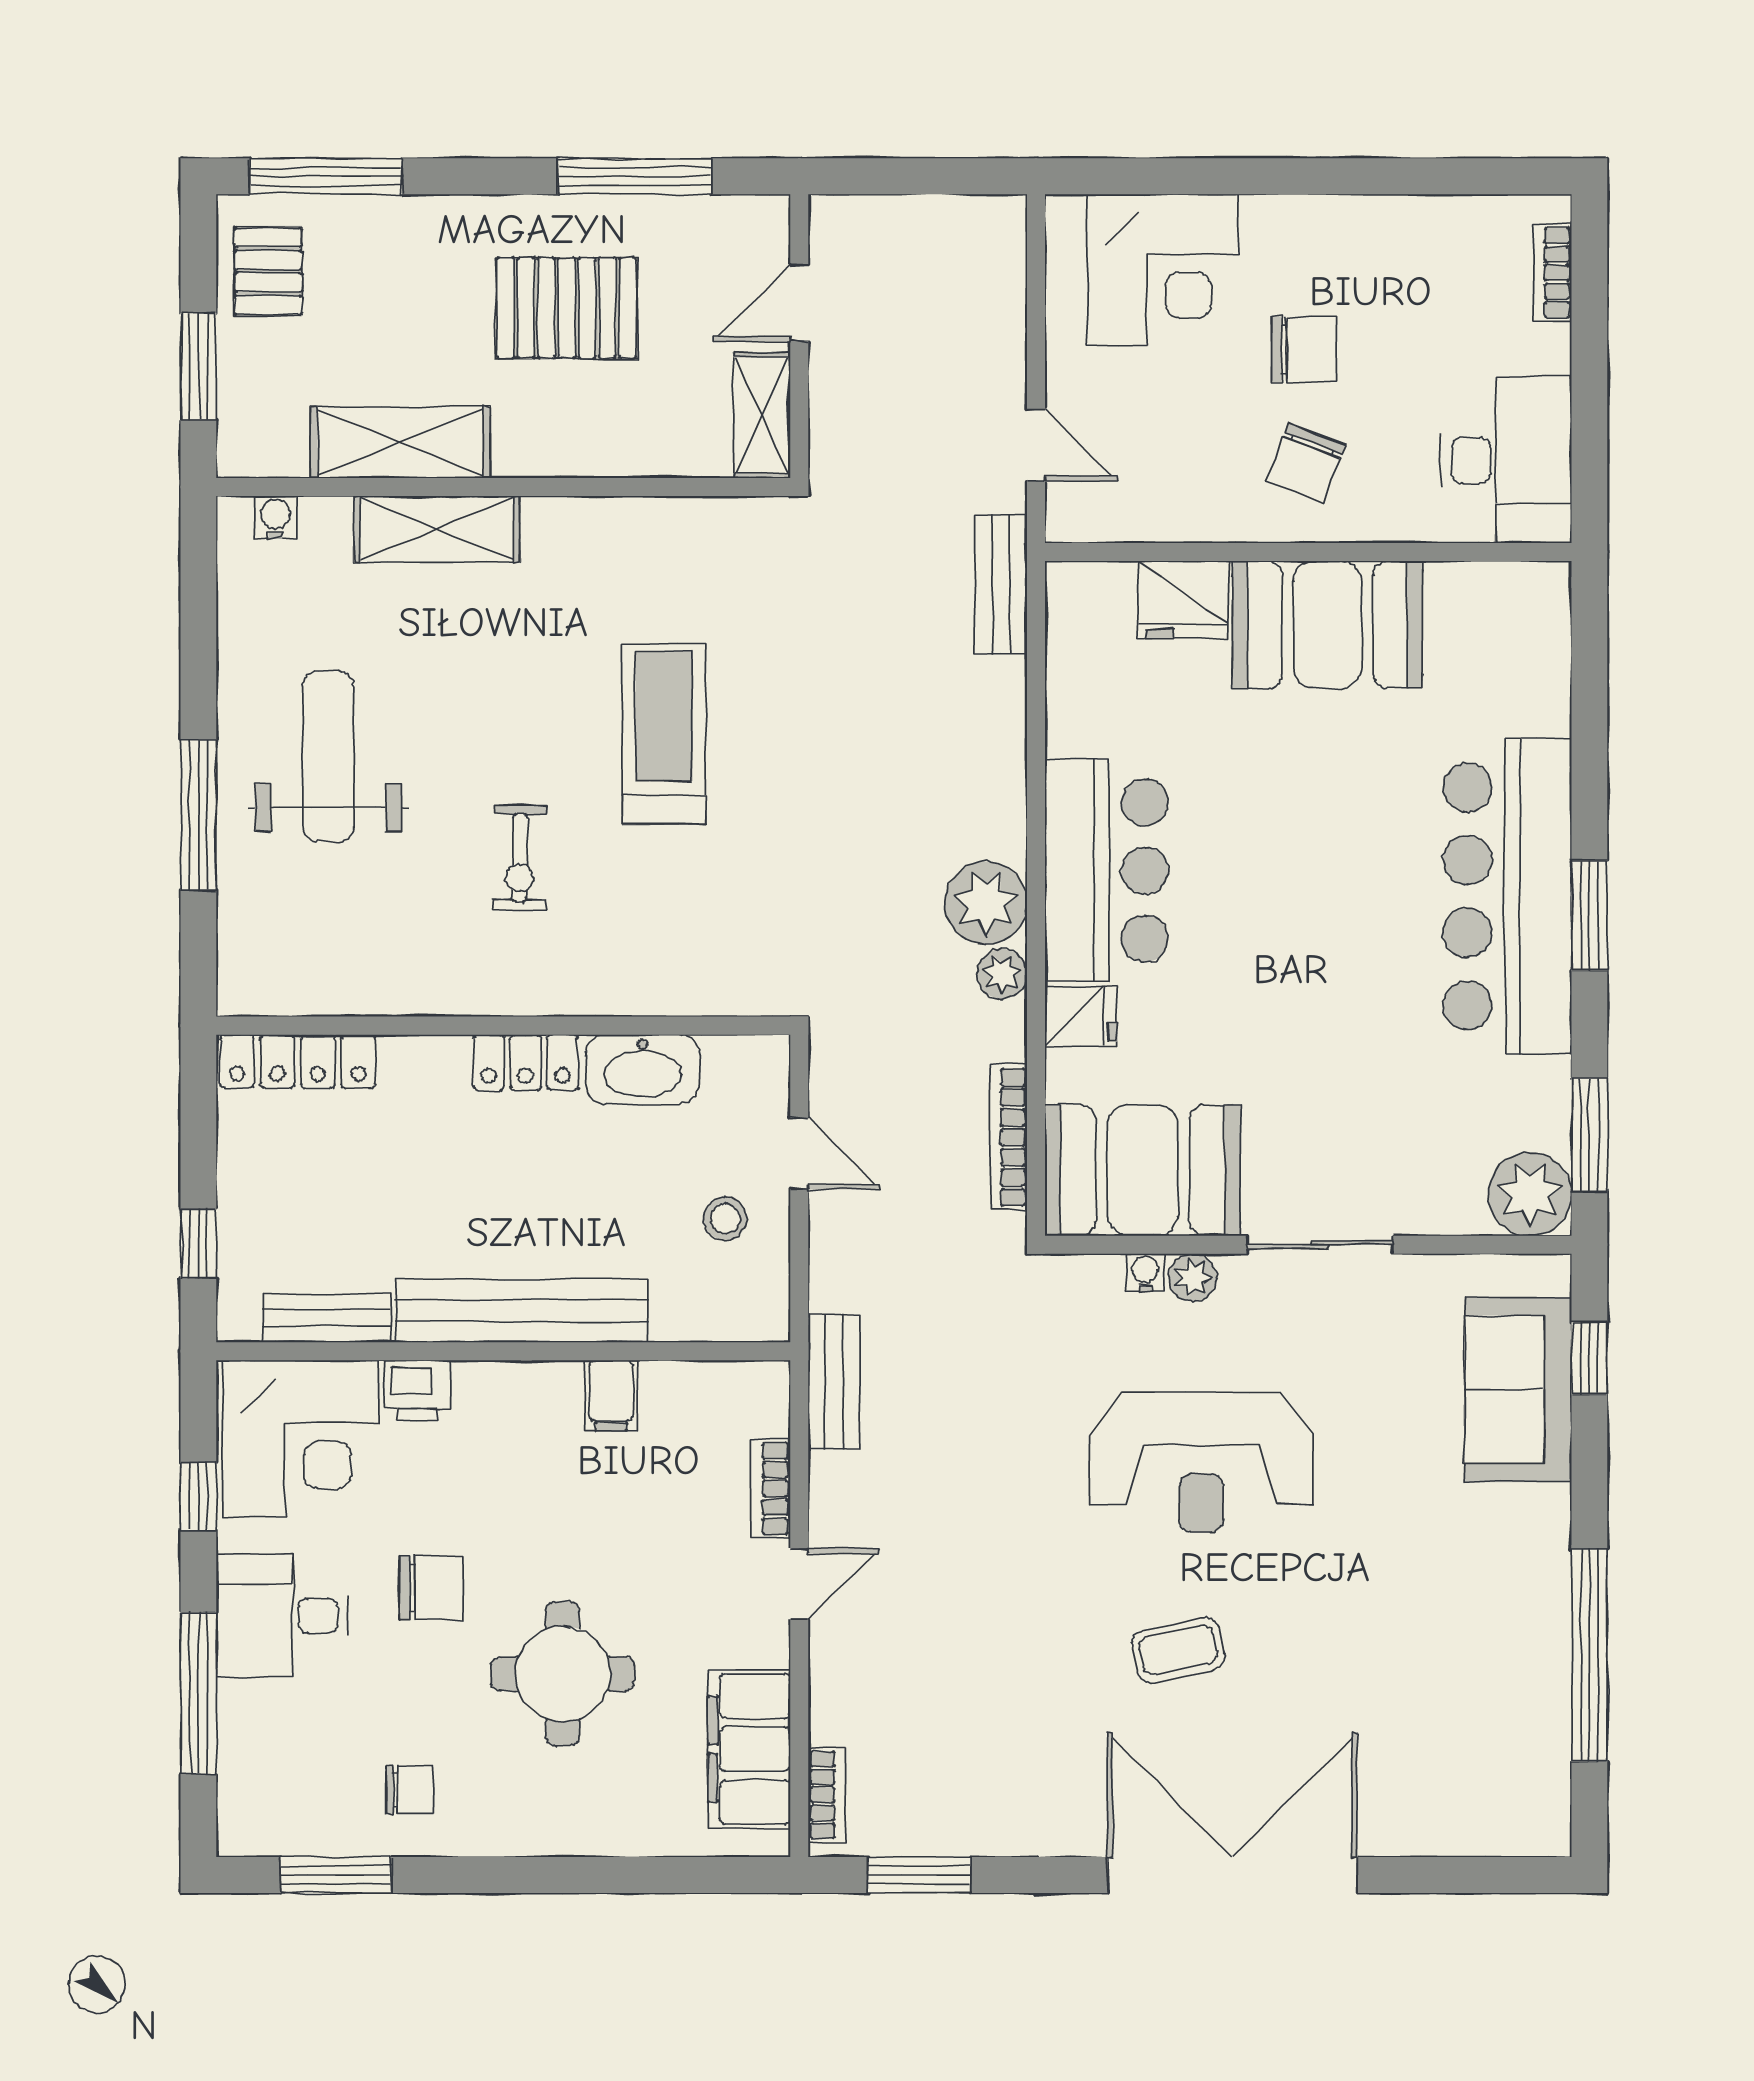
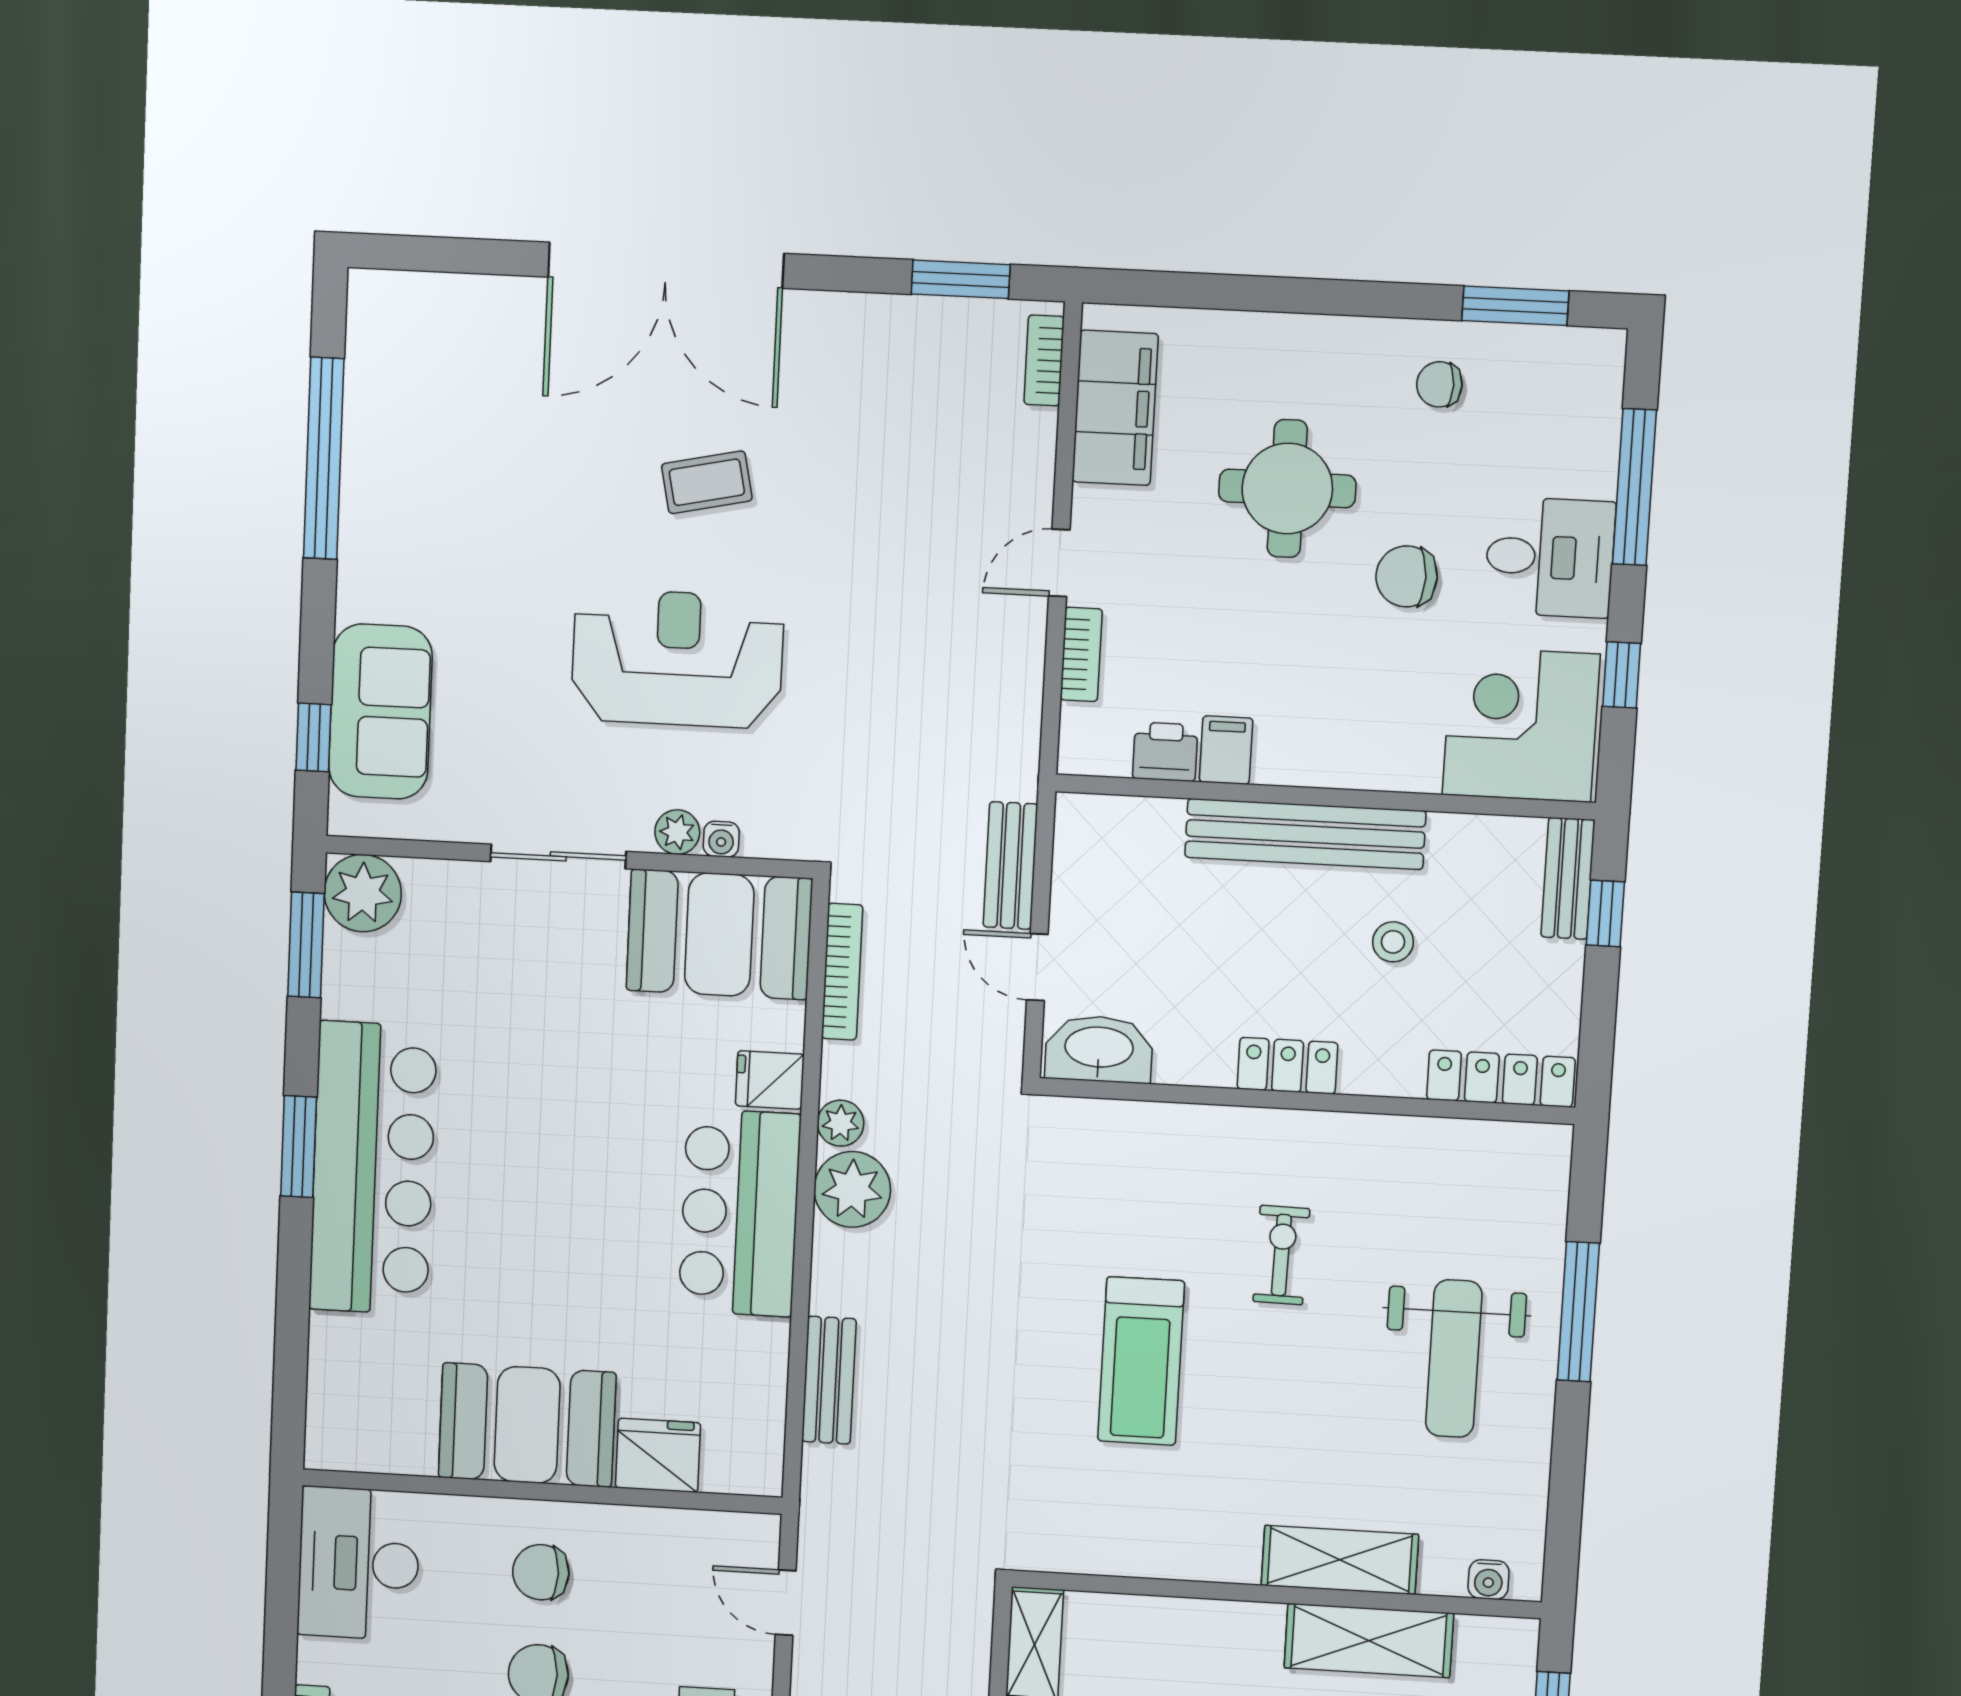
chair: (1306, 463) -> (541, 1572), turned -111
bench: (1001, 584) -> (829, 1380), moved
washbasin: (643, 1069) -> (1099, 1049), moved
stool: (725, 1219) -> (1393, 942), moved
bench: (326, 1318) -> (1568, 878), moved, turned 90
bench: (834, 1381) -> (1010, 866), moved
printer: (417, 1390) -> (1165, 752), moved

